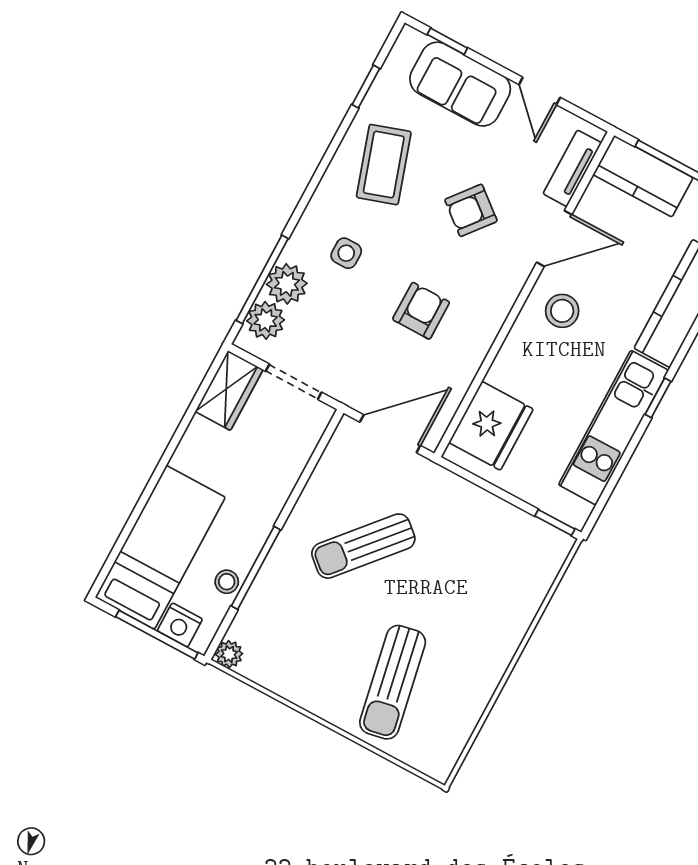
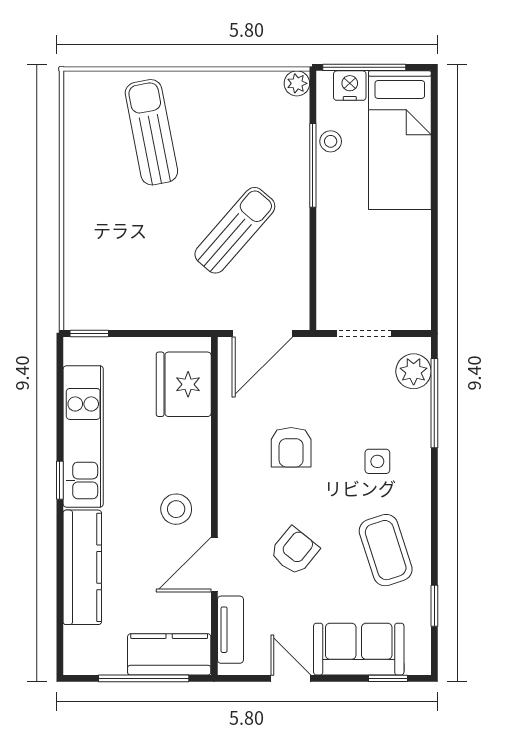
plant: (287, 284) -> (412, 410), removed
wardrobe: (229, 391) -> (412, 298), removed

